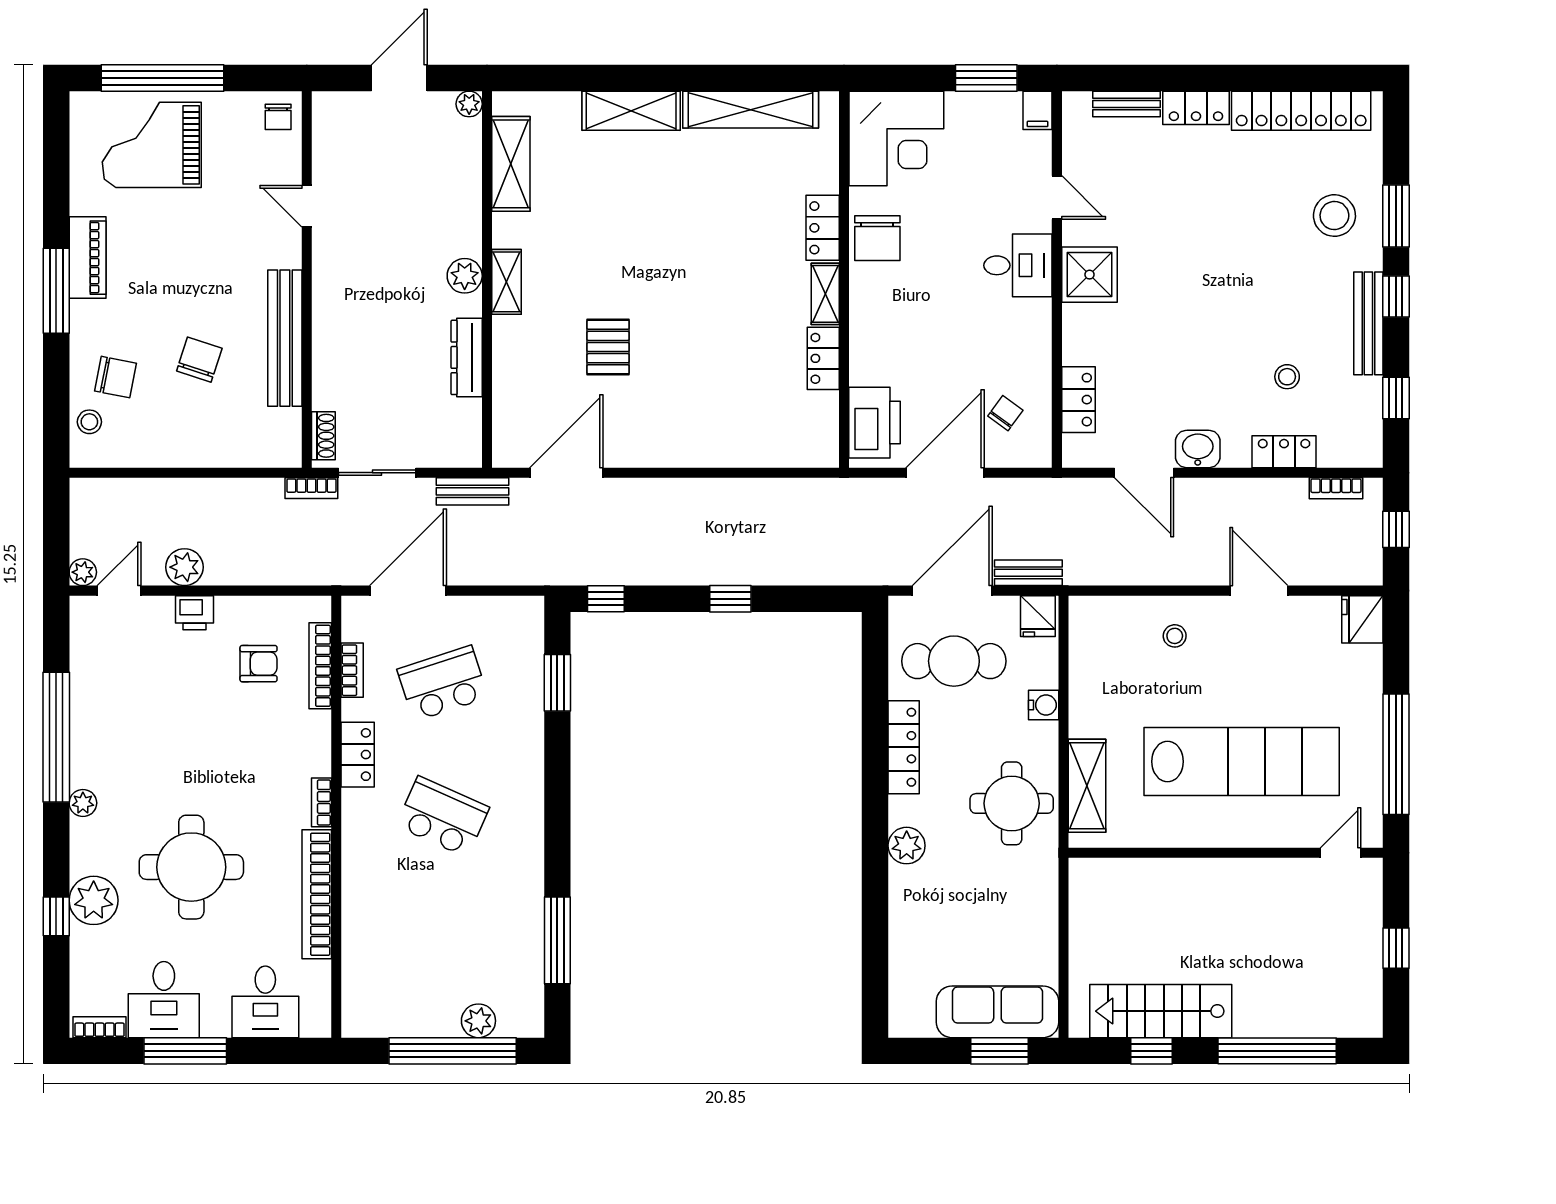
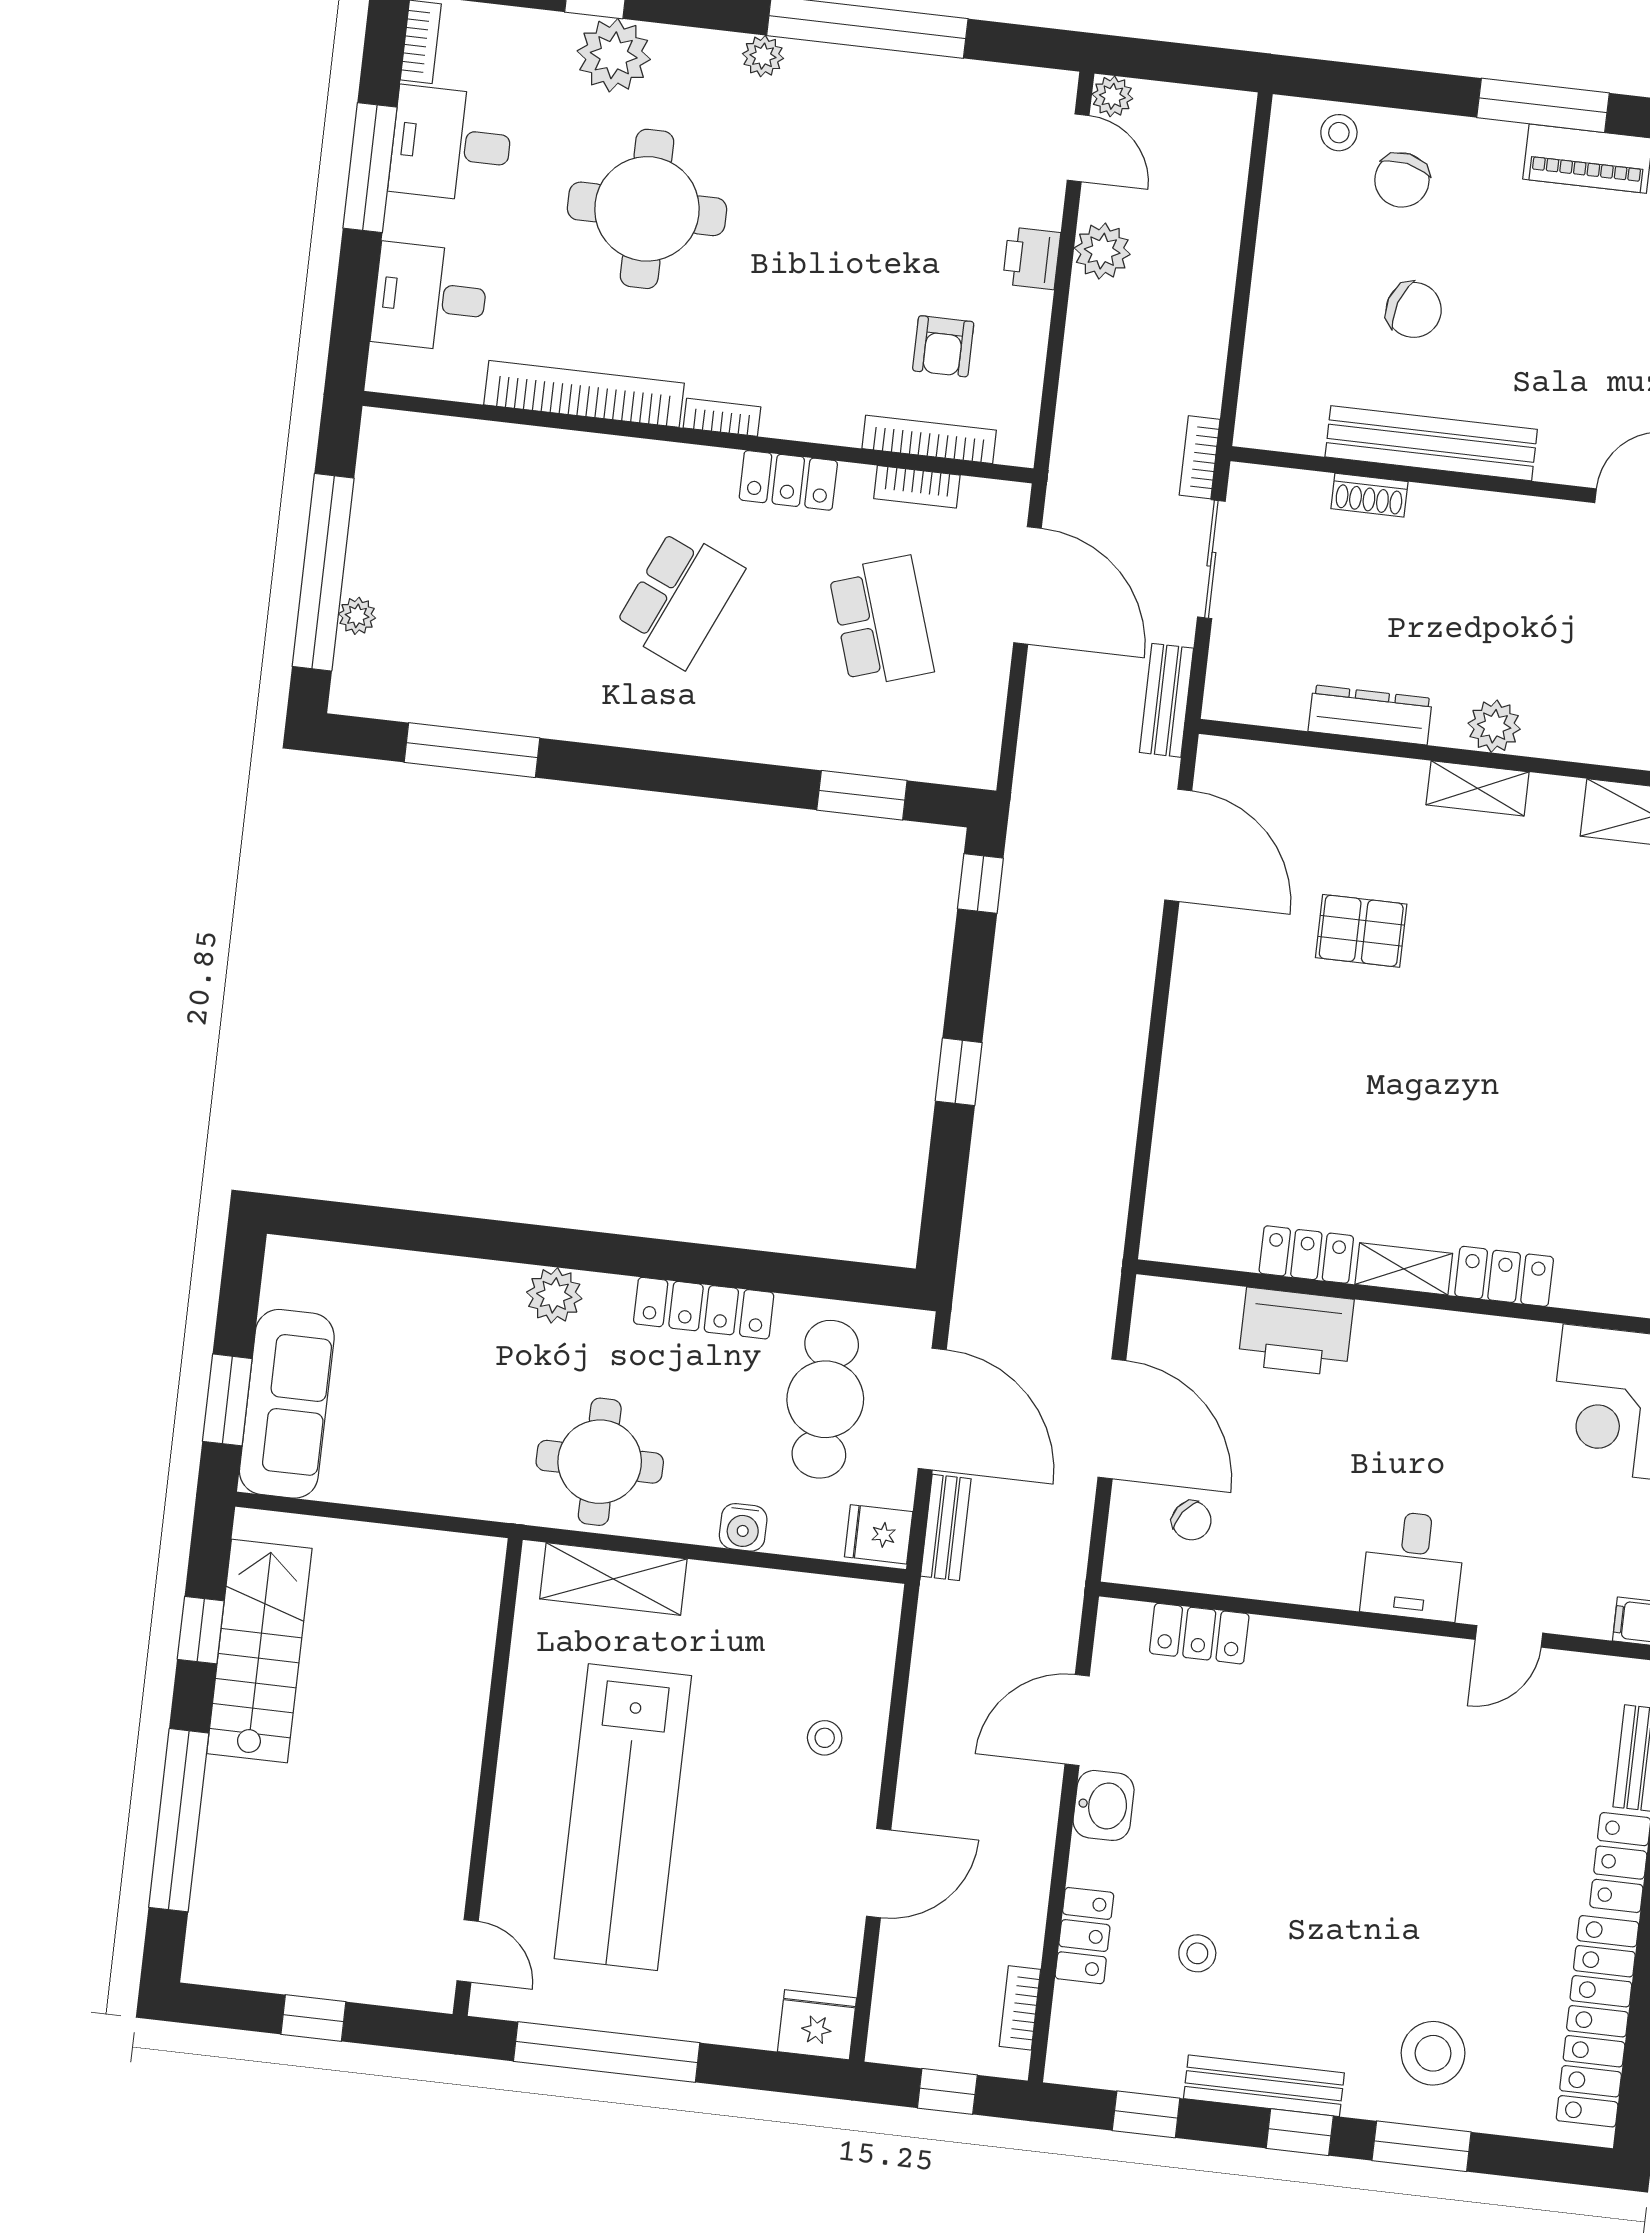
chair: (877, 238) -> (1479, 1357), removed
shower: (1090, 275) -> (1387, 1672), removed
printer: (874, 423) -> (1296, 1332), moved
shoe rack: (323, 436) -> (1369, 495), moved
plant: (478, 1021) -> (357, 616), width x0.73, depth x0.73

